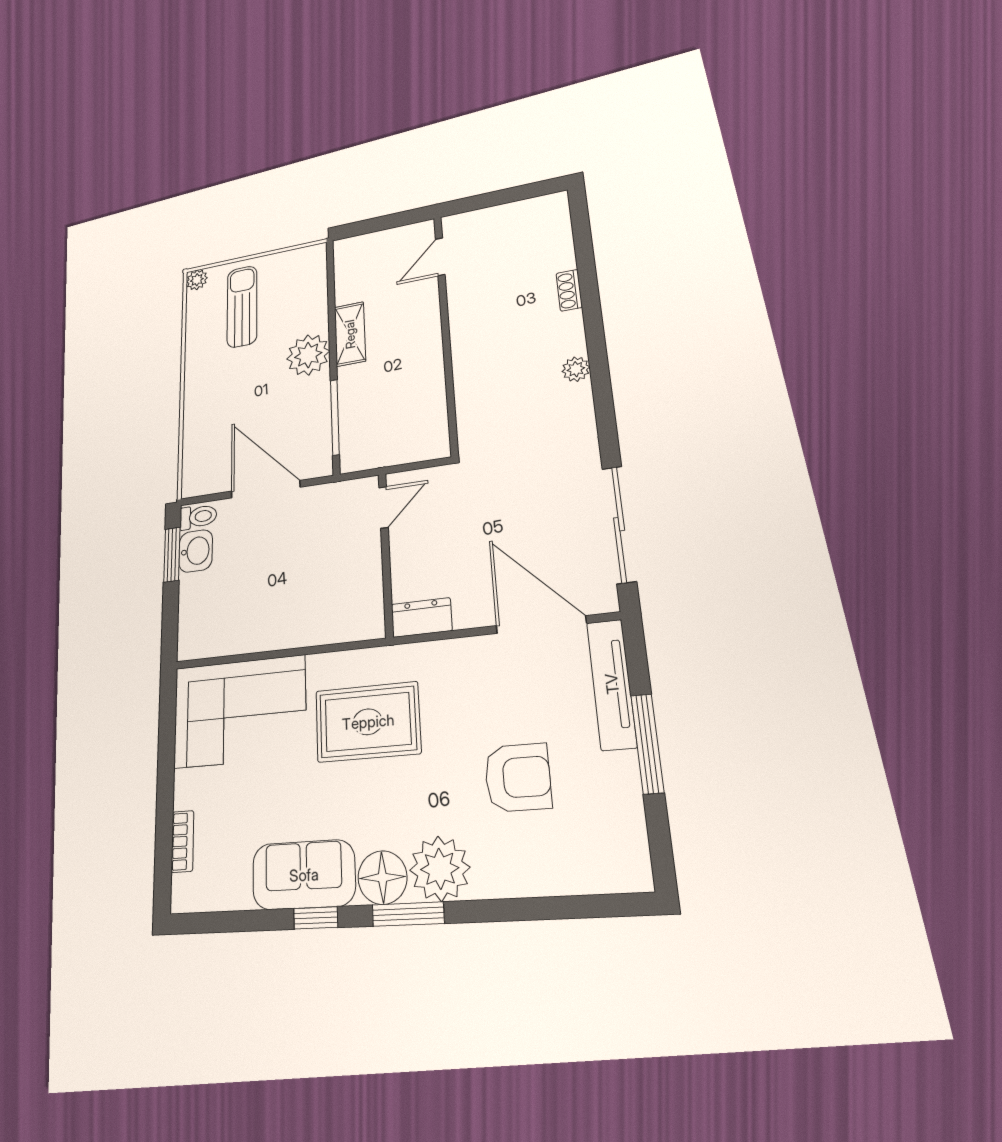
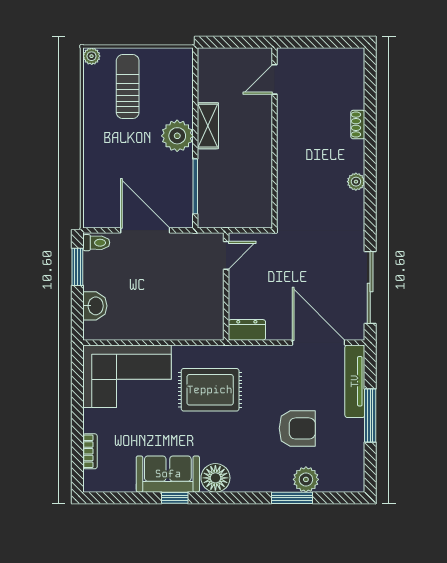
washbasin: (196, 551) -> (95, 306), moved
plant: (440, 869) -> (306, 479), moved, width x0.73, depth x0.73
window: (408, 914) -> (292, 498), moved

